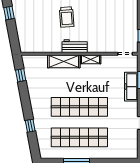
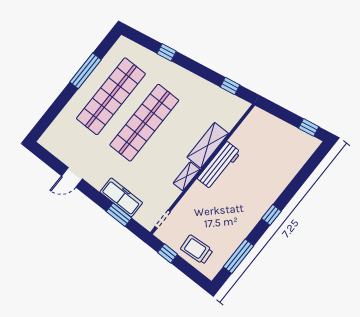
trolley: (67, 17) -> (197, 250), moved
workbench: (75, 46) -> (219, 165), width x1.38

